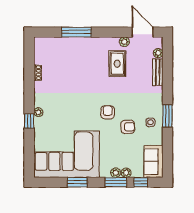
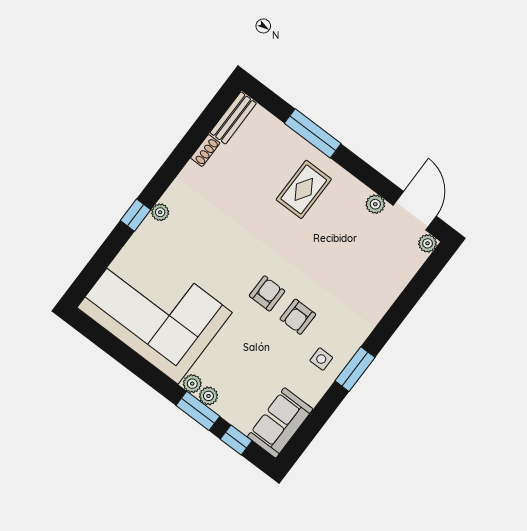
plant: (158, 53) -> (428, 243), moved
rug: (117, 64) -> (304, 189), moved
bench: (158, 72) -> (233, 118), moved
armchair: (128, 127) -> (298, 317), moved, turned 90
plant: (126, 173) -> (192, 384), moved
window: (77, 182) -> (138, 366), removed

